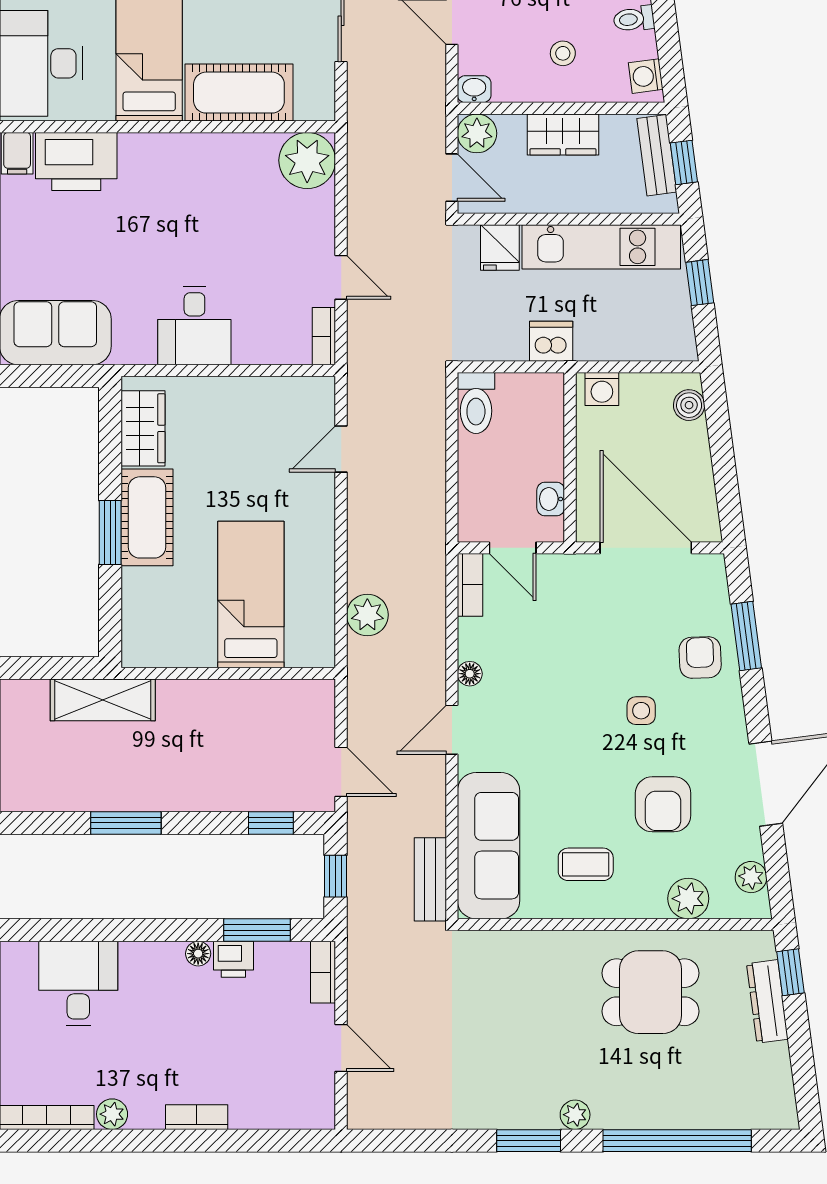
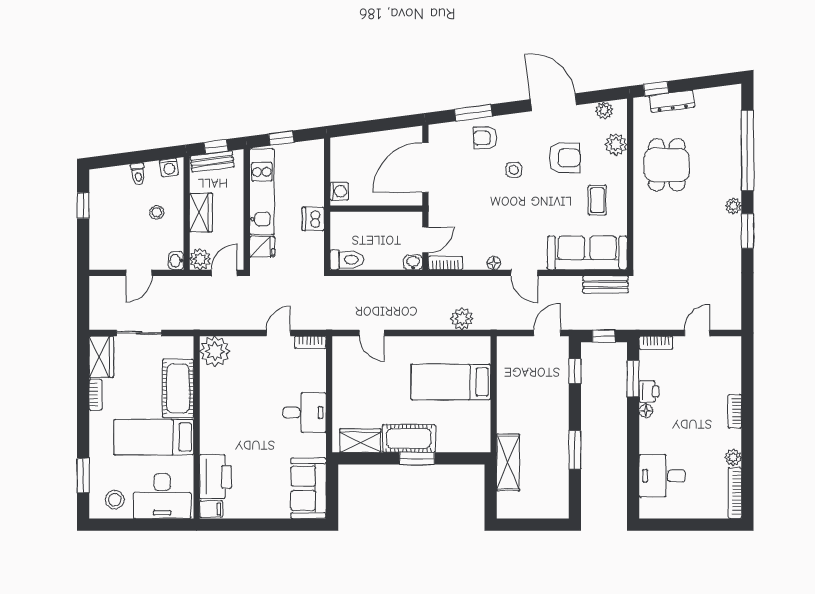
boiler: (689, 405) -> (348, 144), removed
washbasin: (551, 499) -> (413, 262), moved, turned 180

